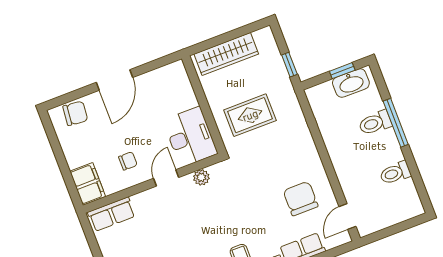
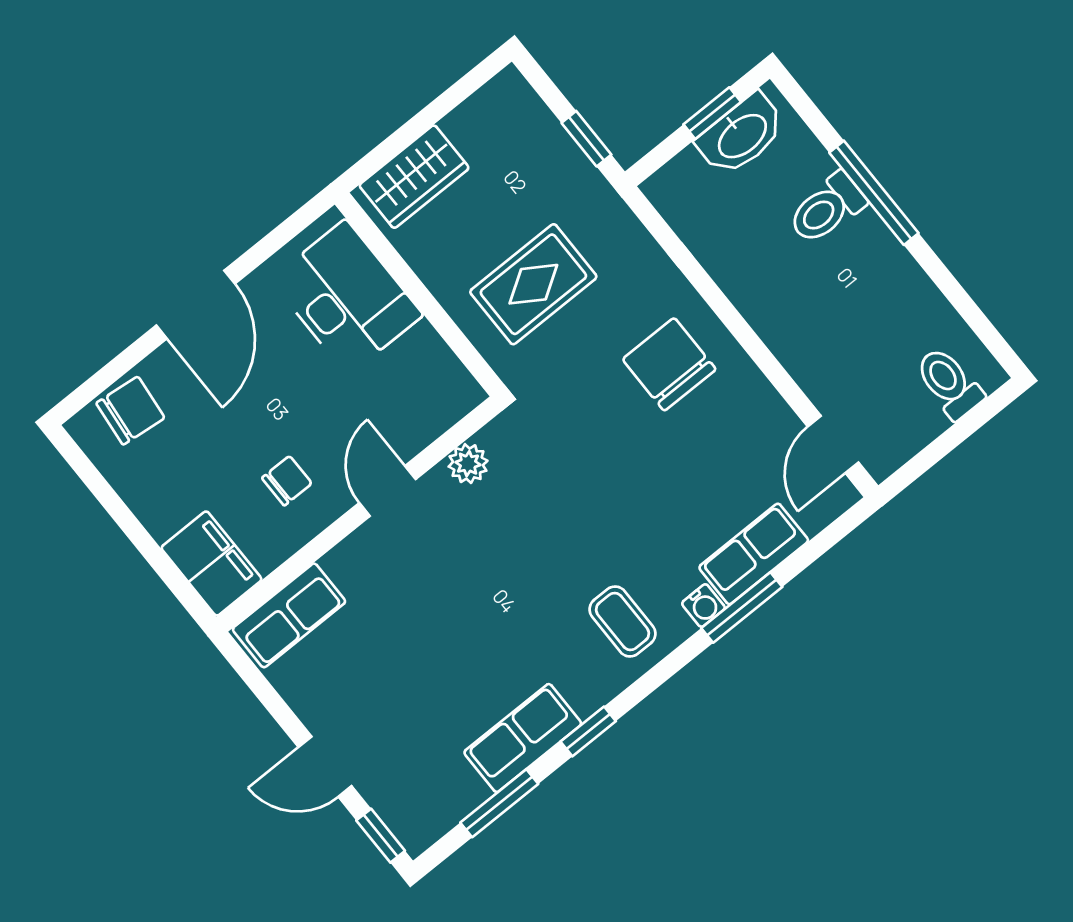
wardrobe: (226, 54) -> (414, 177), width x0.67
desk: (190, 137) -> (347, 297), moved
toilet: (395, 173) -> (949, 383), moved, turned 90
chair: (301, 199) -> (669, 364), moved

